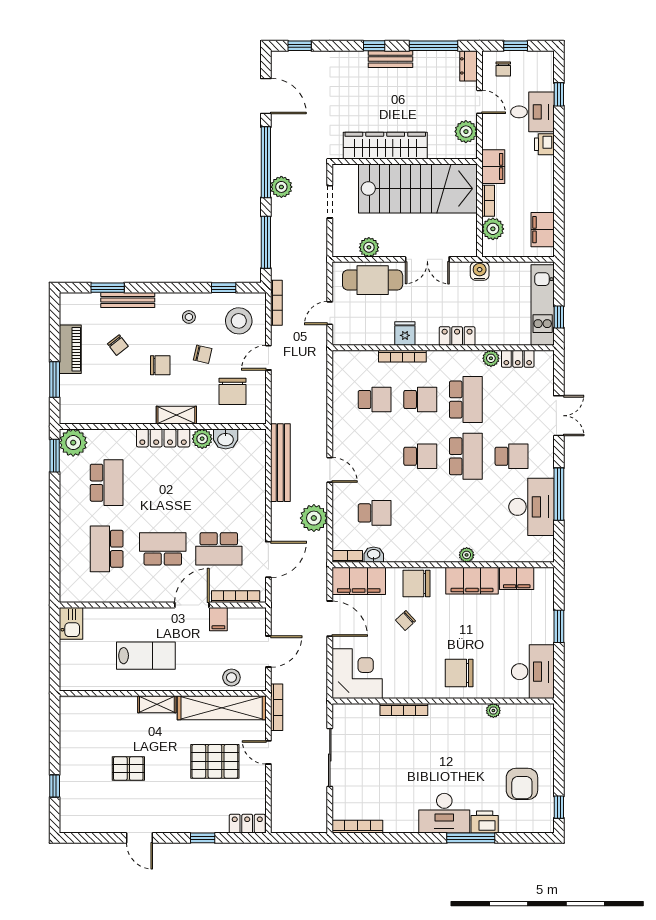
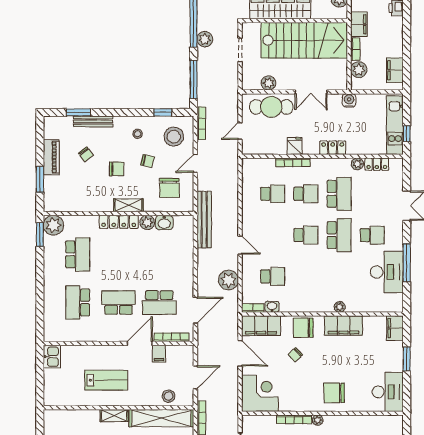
bench: (280, 463) -> (204, 220), moved
filing cabinet: (517, 578) -> (395, 328), moved, turned 90
plant: (493, 711) -> (318, 420), moved

